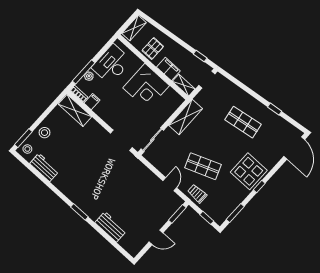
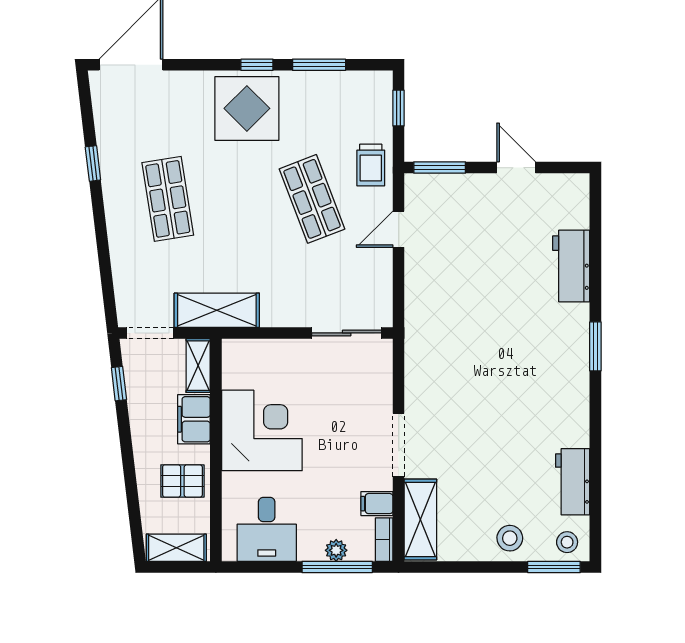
desk: (112, 64) -> (267, 529), width x0.73
shelving: (186, 117) -> (217, 310), moved
doorway: (121, 140) -> (399, 445), moved
window: (235, 213) -> (319, 65), moved

